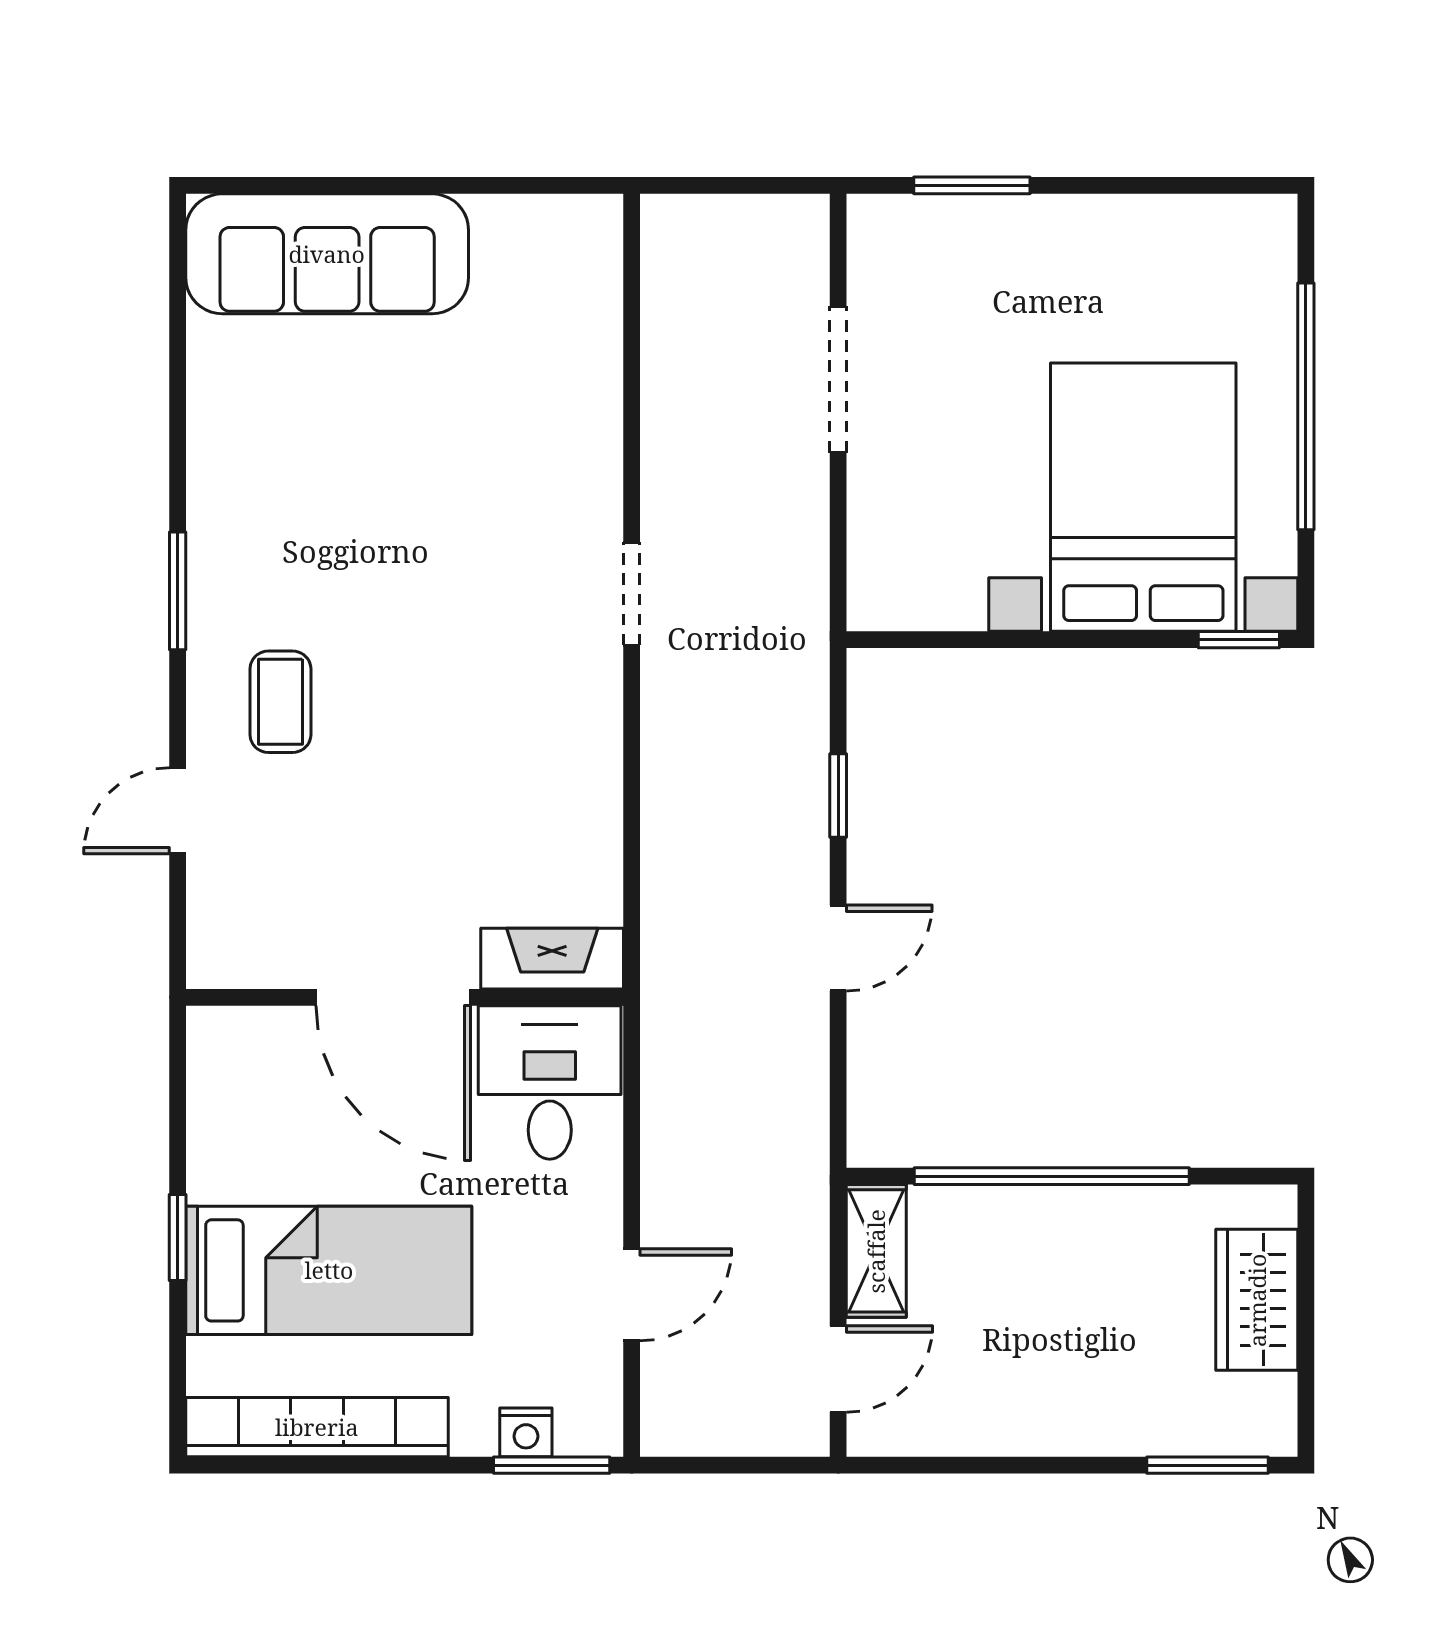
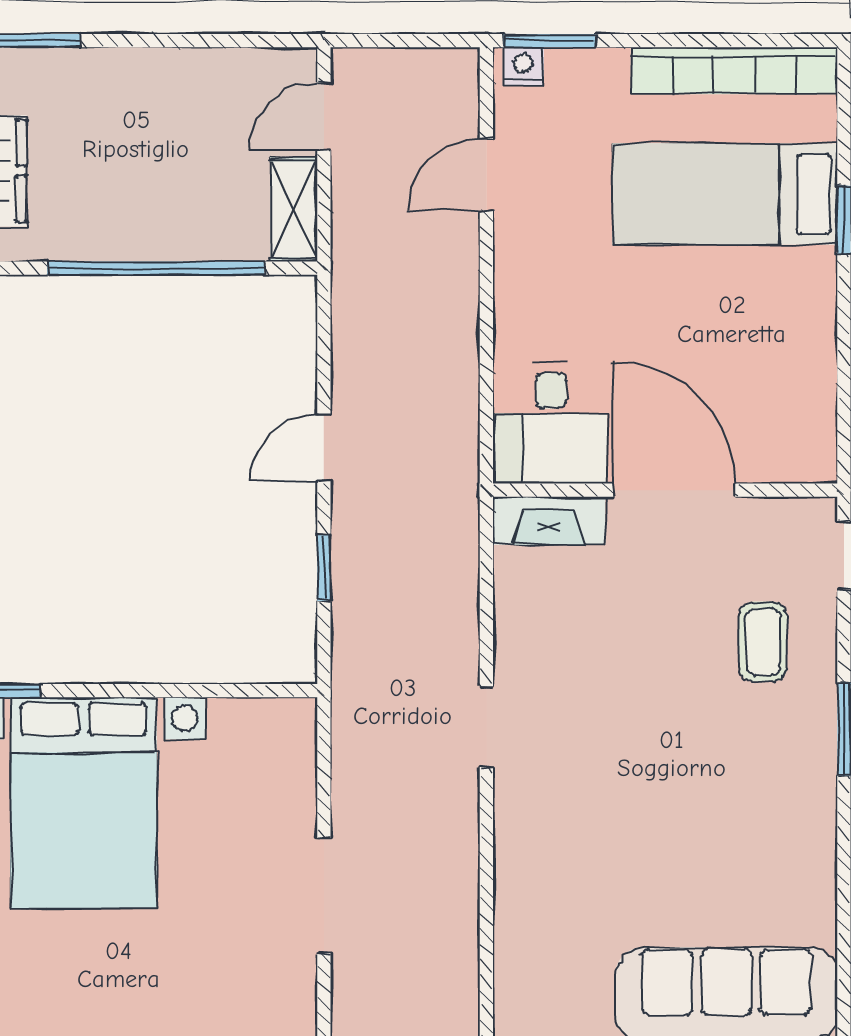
fireplace: (552, 959) -> (549, 521), moved
door: (393, 997) -> (674, 490), moved
wall: (405, 997) -> (665, 490), moved
desk: (550, 1082) -> (551, 423), moved
nightstand: (526, 1432) -> (523, 66), moved

